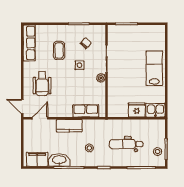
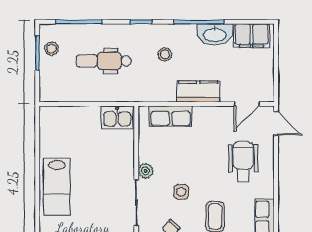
fridge: (137, 110) -> (86, 118), removed
kitchen sink: (155, 110) -> (117, 117), moved
dental chair: (126, 144) -> (104, 61), turned 180

